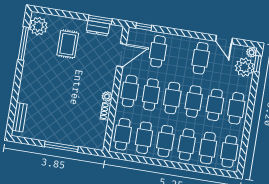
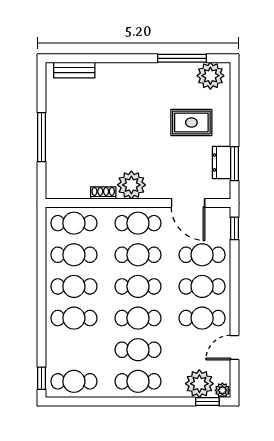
plant: (107, 96) -> (131, 185), width x1.87, depth x1.87
cafe table: (208, 148) -> (202, 286), moved
window: (224, 173) -> (42, 378), added

